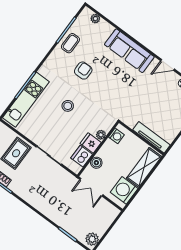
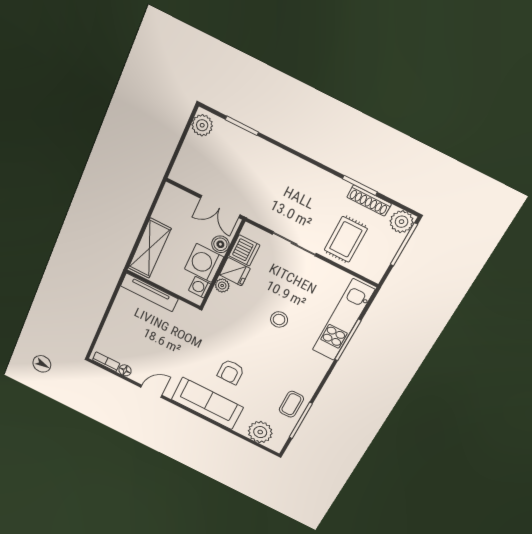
plant: (95, 19) -> (260, 432), width x1.88, depth x1.88
armchair: (83, 71) -> (231, 372), moved
double door: (91, 187) -> (220, 207), swing flipped
washing machine: (124, 190) -> (204, 263), moved, turned 180

